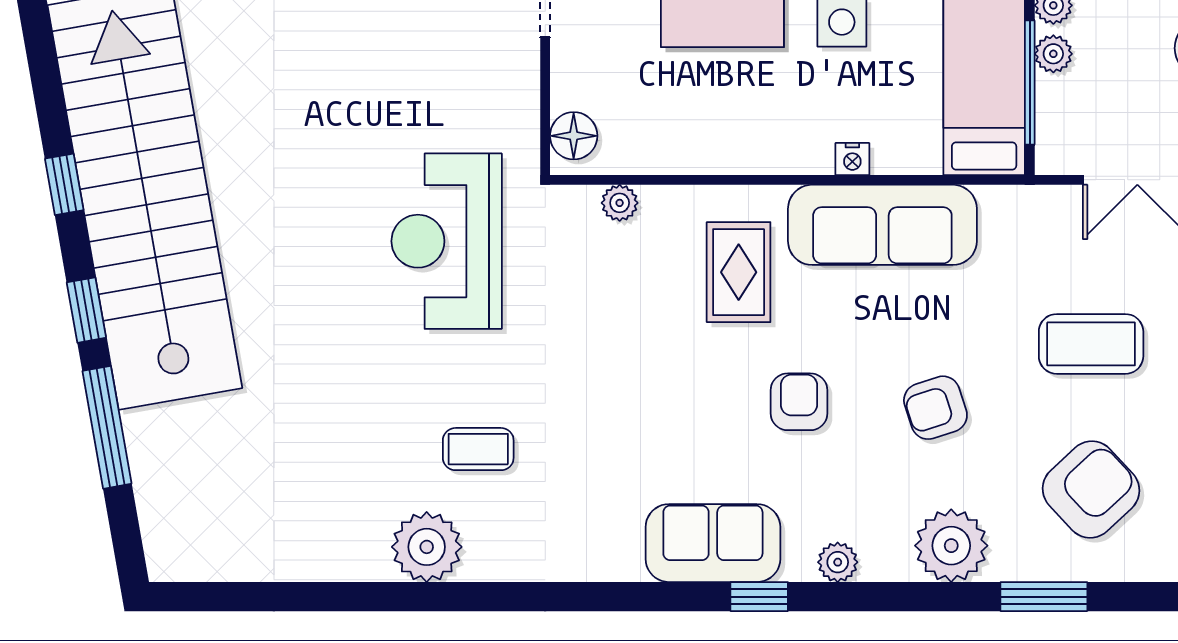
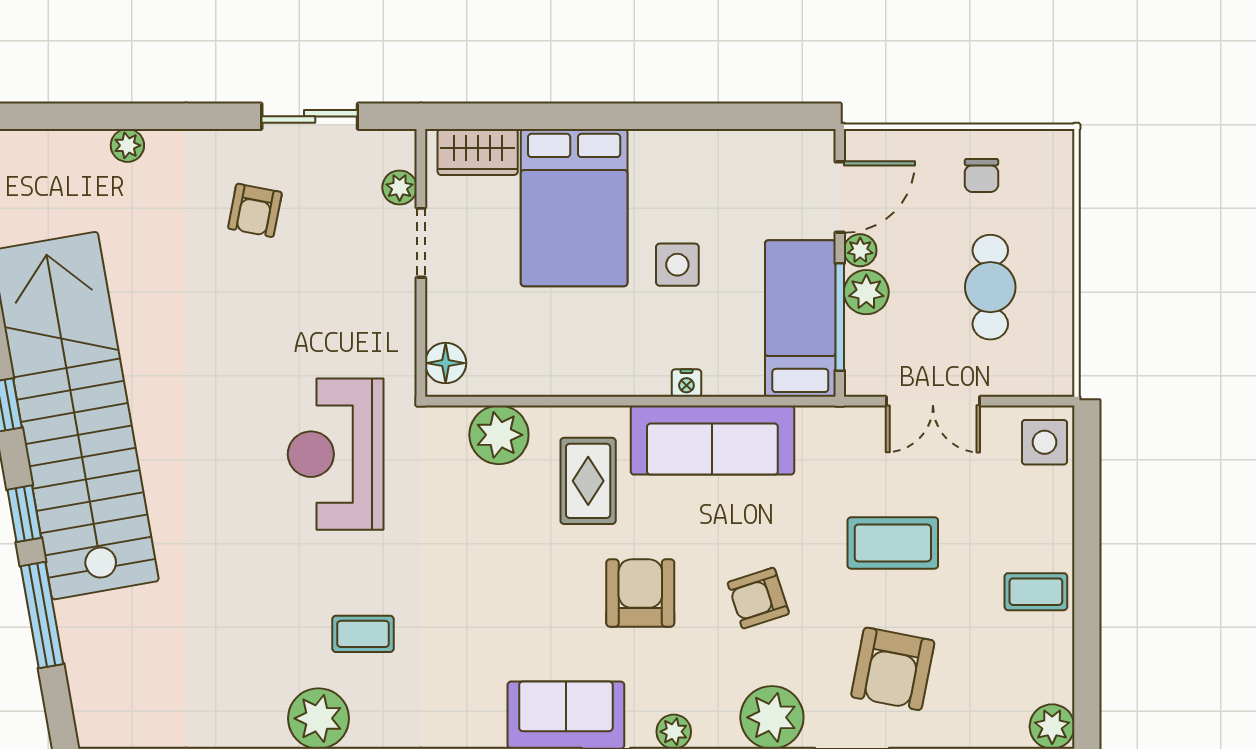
plant: (1053, 54) -> (866, 292), width x1.38, depth x1.38
plant: (620, 203) -> (499, 435), width x1.88, depth x1.88
armchair: (799, 402) -> (640, 593), width x1.38, depth x1.38
armchair: (1091, 490) -> (893, 669), turned 144

